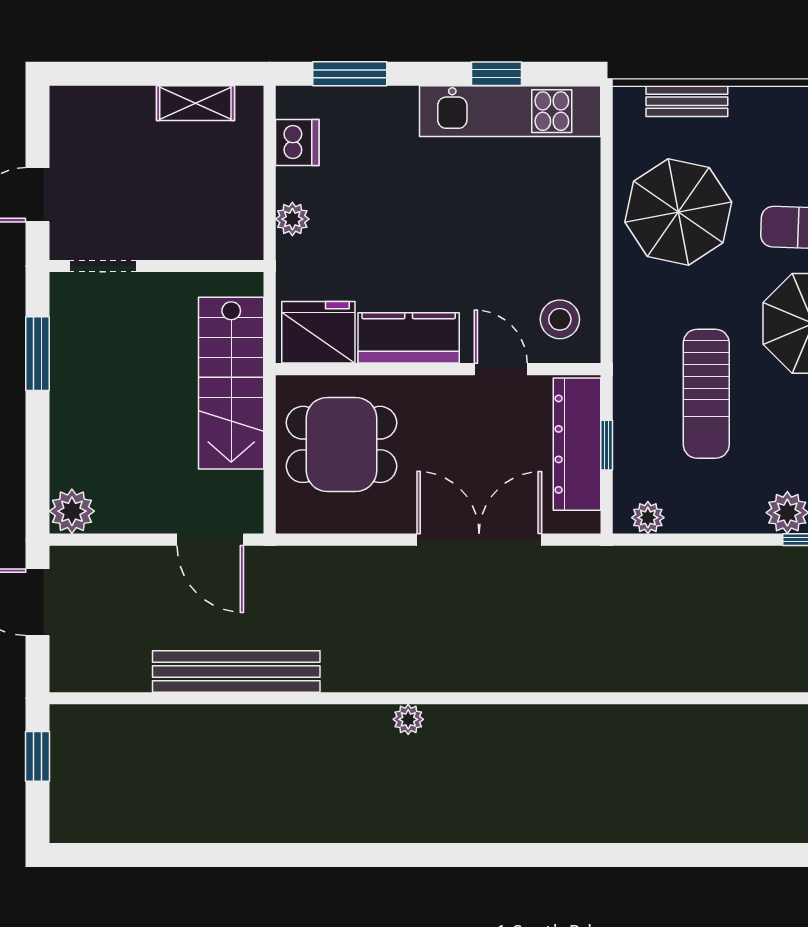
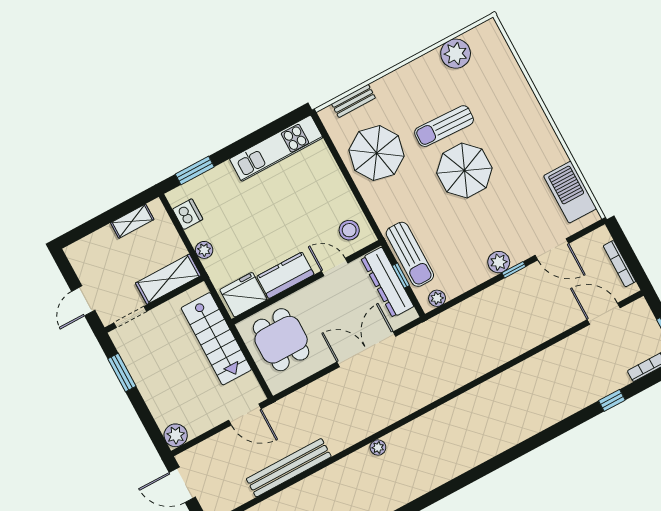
window: (496, 74) -> (261, 135), removed
shelving: (204, 236) -> (168, 279), added
sun lounger: (706, 394) -> (410, 254), moved
dining table: (341, 444) -> (281, 340), turned 90

